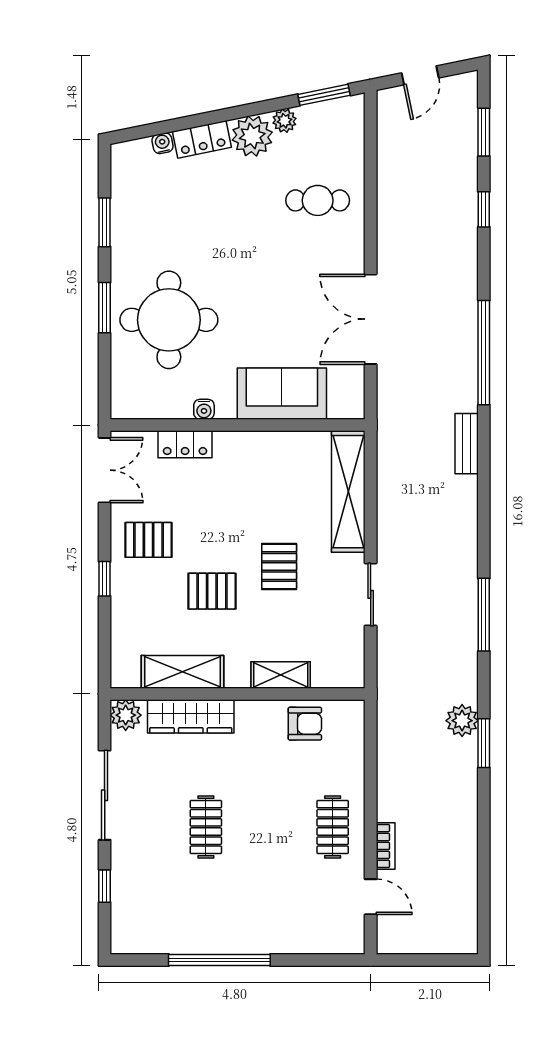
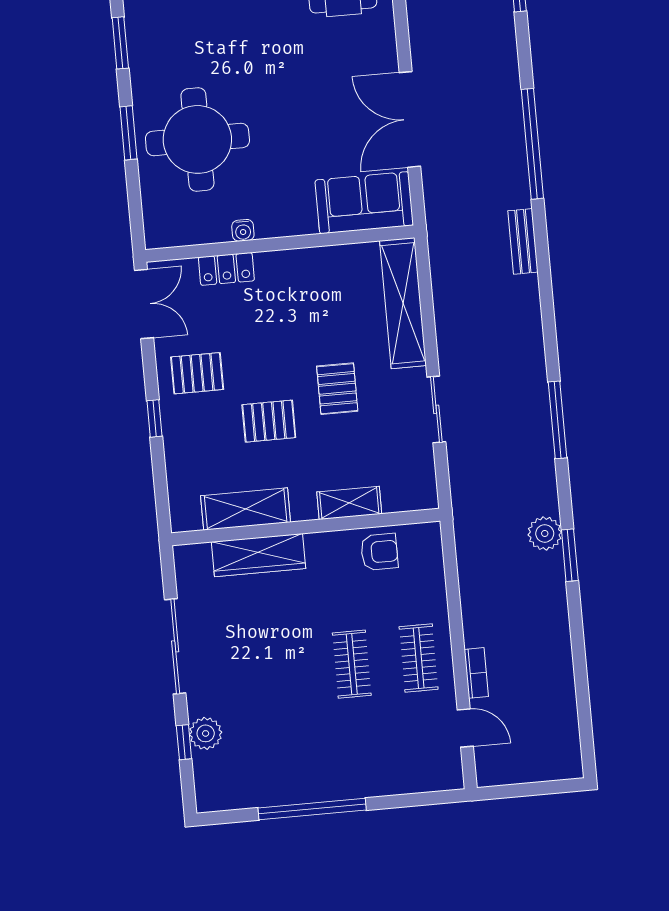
sofa: (282, 394) -> (364, 203), moved
plant: (126, 715) -> (206, 733), moved
clothes rail: (206, 827) -> (352, 664), moved

